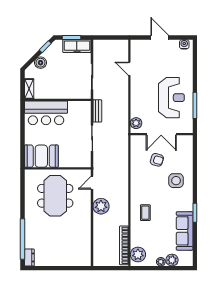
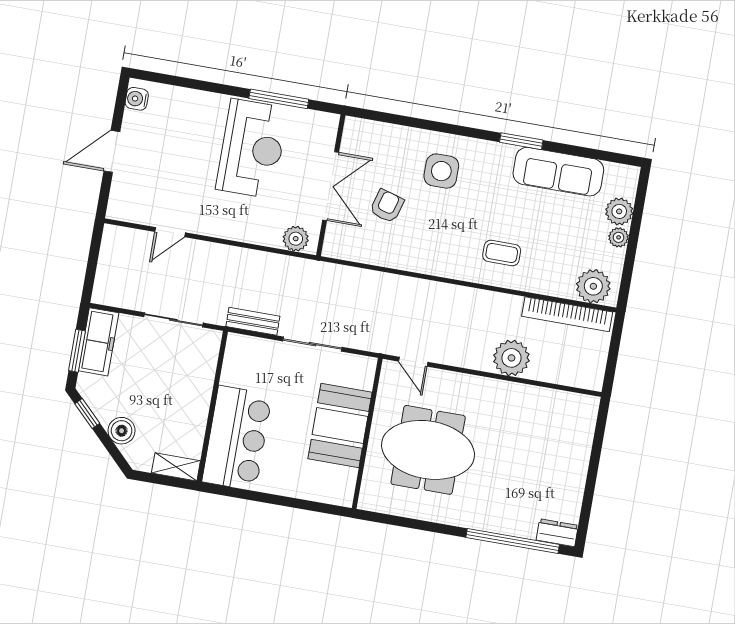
reception desk: (171, 98) -> (252, 149), turned 90
booth: (41, 156) -> (340, 425), moved
plant: (101, 206) -> (511, 358), moved

